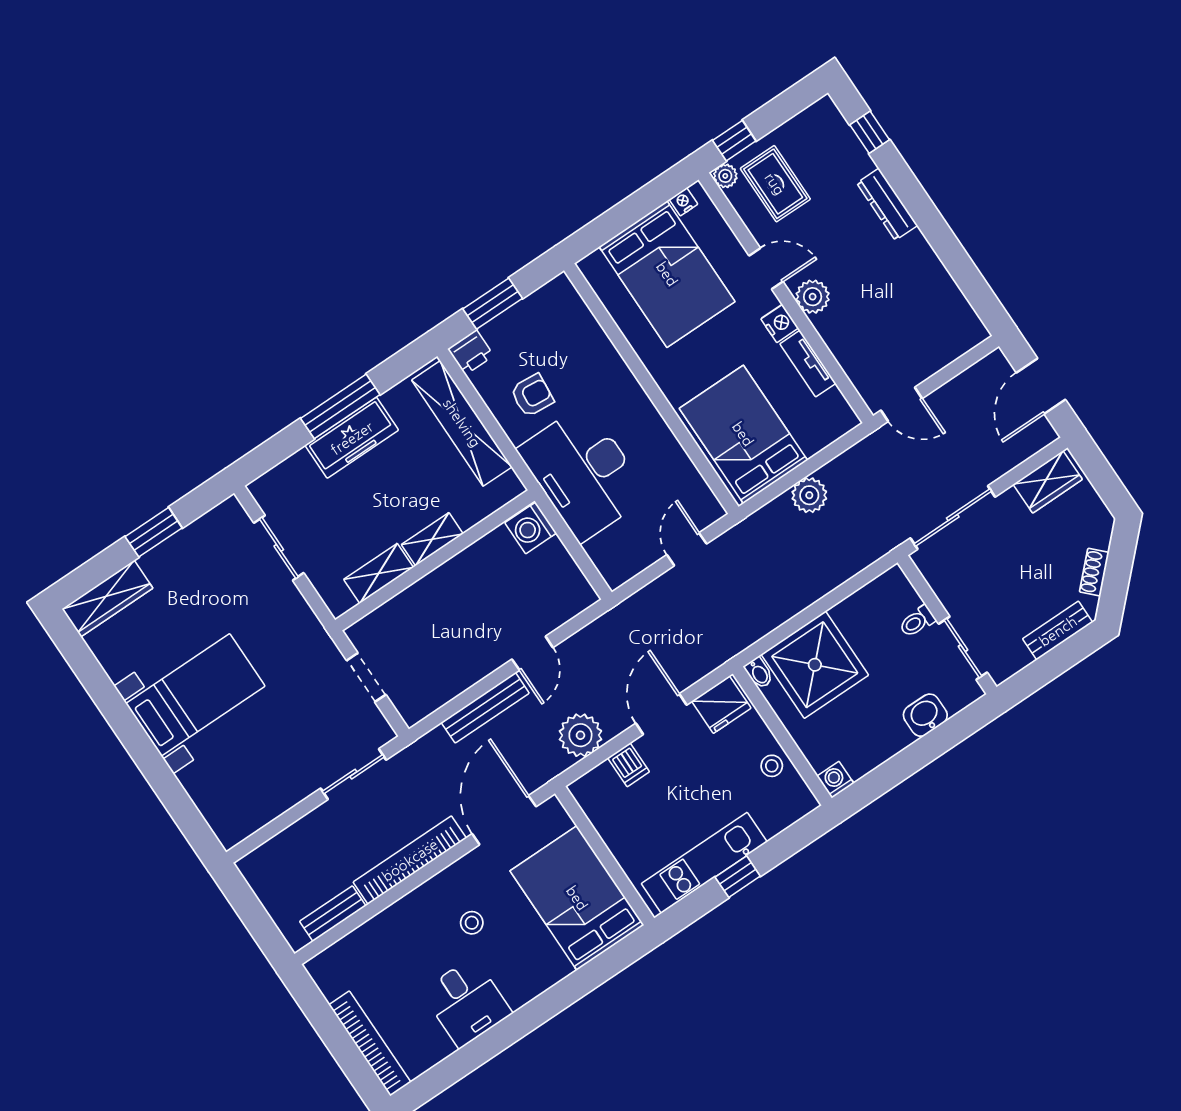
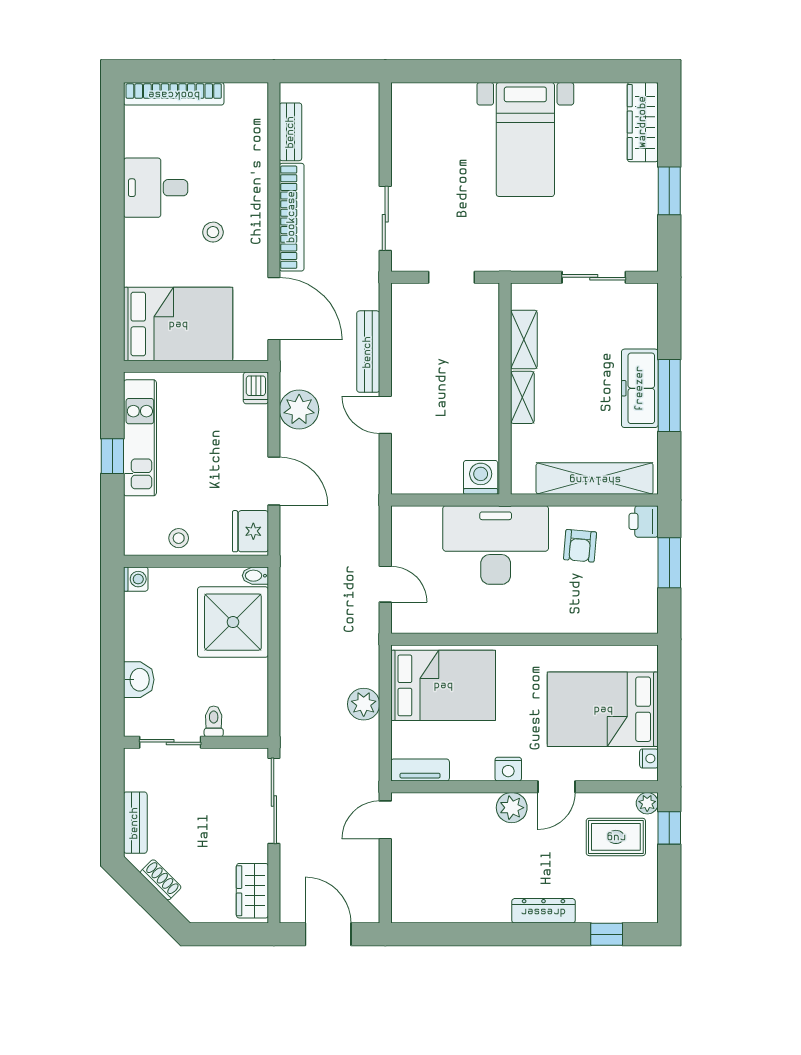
tv unit: (808, 364) -> (420, 770), moved
dishwasher: (629, 765) -> (256, 388), moved, turned -90

